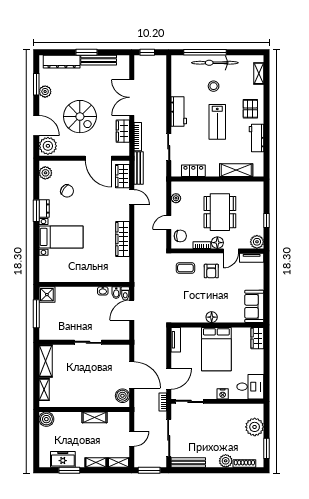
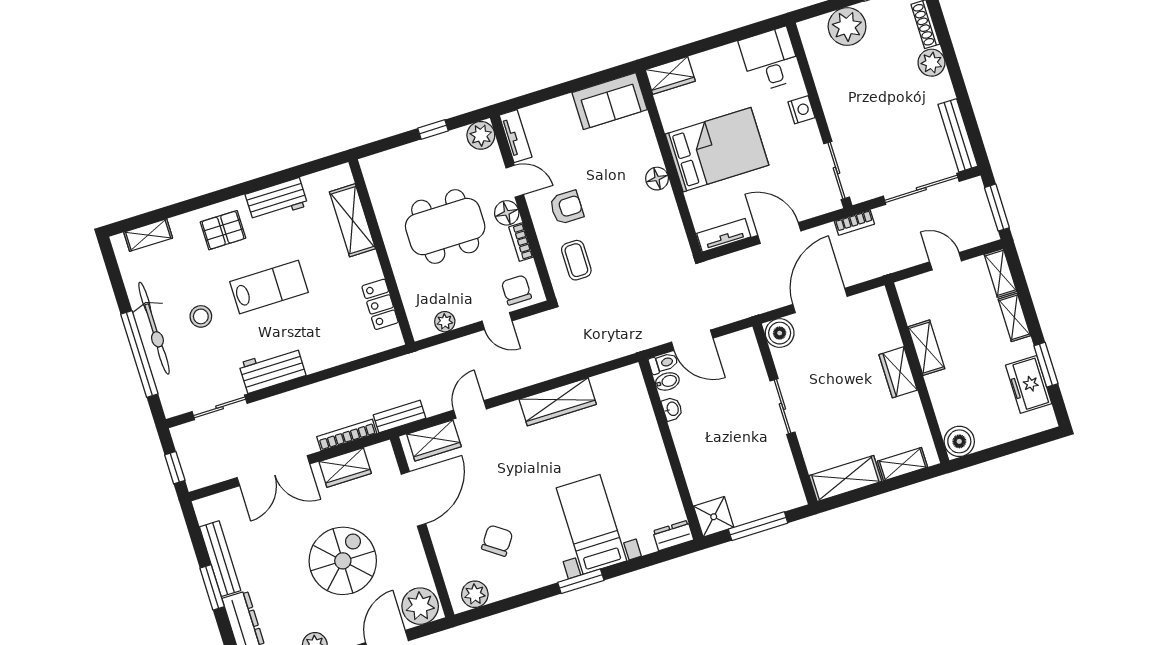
sliding door: (169, 147) -> (220, 407), moved
bench: (139, 168) -> (400, 417), width x0.73
dresser: (44, 209) -> (673, 535), moved
window: (36, 211) -> (581, 581), moved
door: (169, 379) -> (779, 233), moved
boiler: (122, 396) -> (780, 333), moved
wardrobe: (87, 401) -> (898, 372), added

